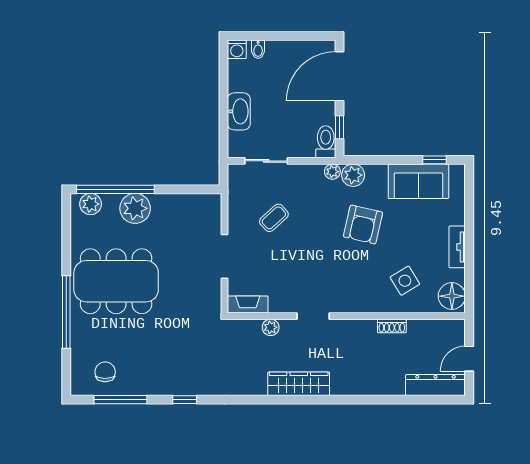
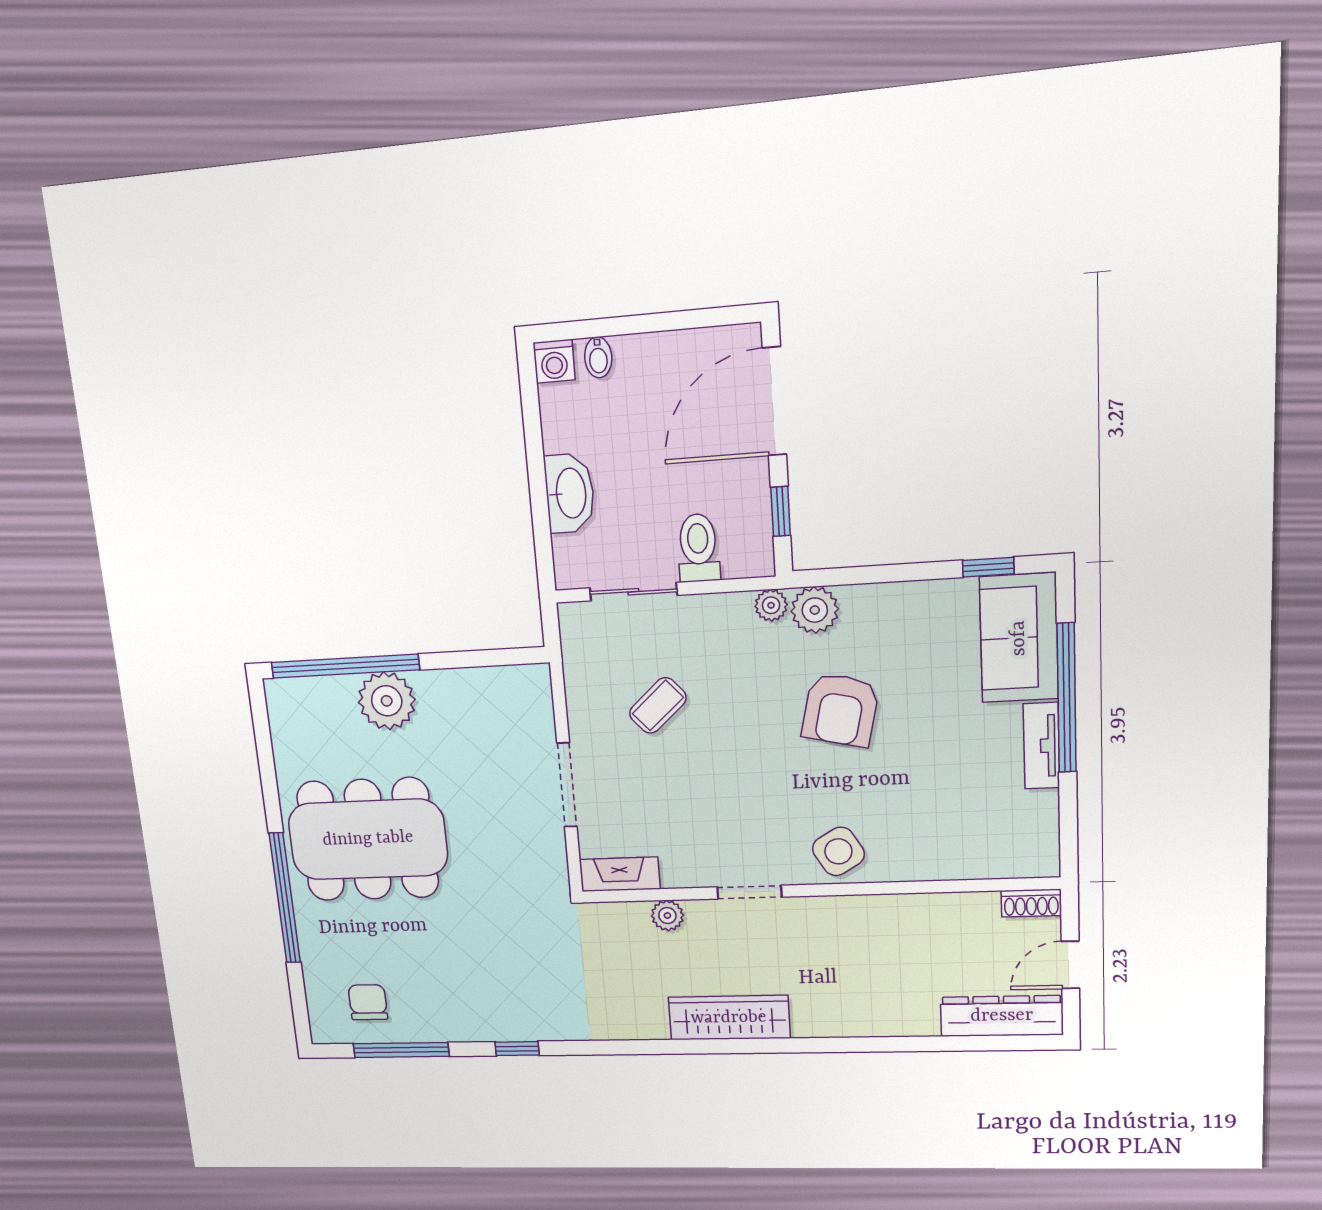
toilet: (326, 142) -> (698, 548), moved
sofa: (418, 181) -> (1019, 638), moved, turned 90
plant: (91, 204) -> (302, 697), removed
window: (469, 224) -> (1067, 698), added
side table: (405, 281) -> (838, 851), moved
floor lamp: (452, 296) -> (1032, 845), removed
shoe rack: (392, 326) -> (1031, 903), moved

